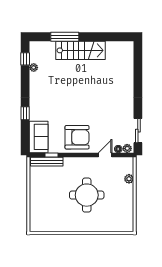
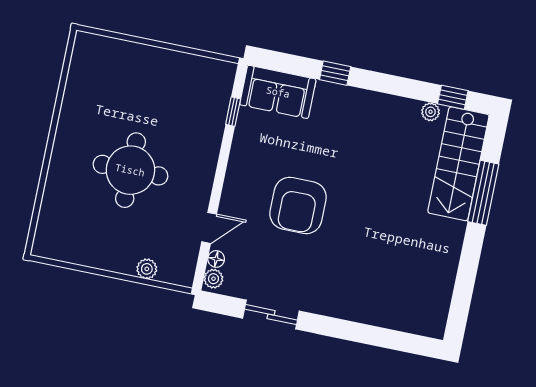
stairs: (80, 50) -> (458, 164), moved
sliding door: (138, 131) -> (271, 315), moved
armchair: (77, 137) -> (298, 205), moved
door: (105, 155) -> (209, 228), hinge flipped
bench: (47, 162) -> (221, 98), removed

